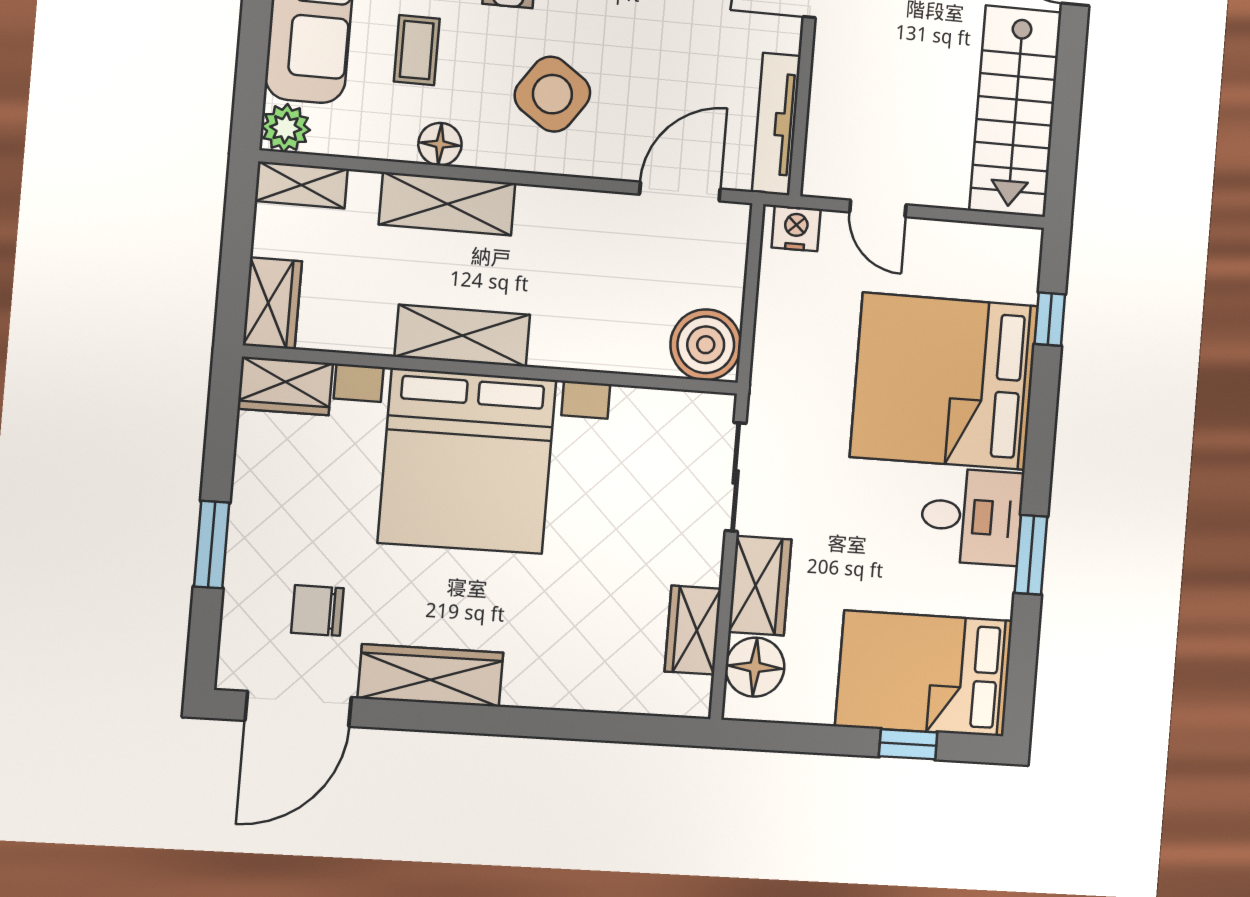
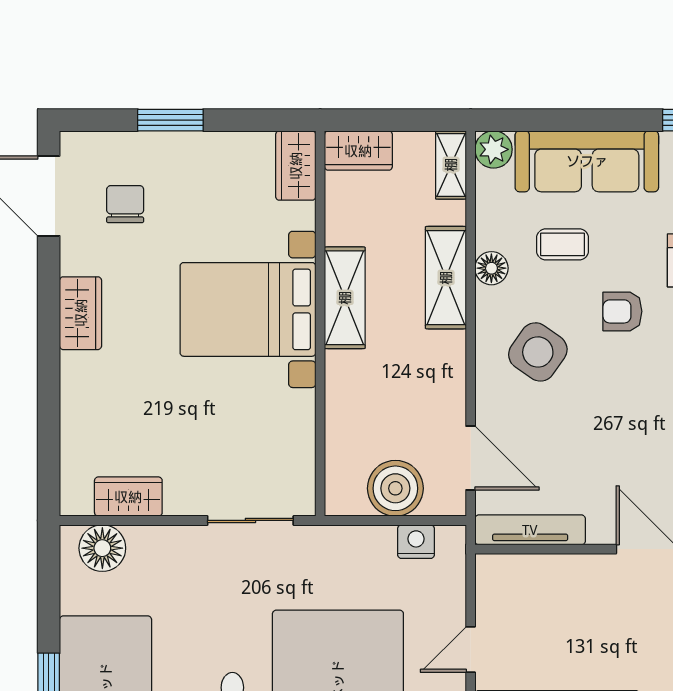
door: (878, 208) -> (471, 650), moved
nightstand: (796, 228) -> (416, 542), moved, turned -90
boiler: (706, 345) -> (395, 488), moved
bed with nightstands: (467, 461) -> (248, 309), width x0.73
wardrobe: (760, 586) -> (167, 547), removed
wardrobe: (431, 675) -> (81, 313), width x0.67

